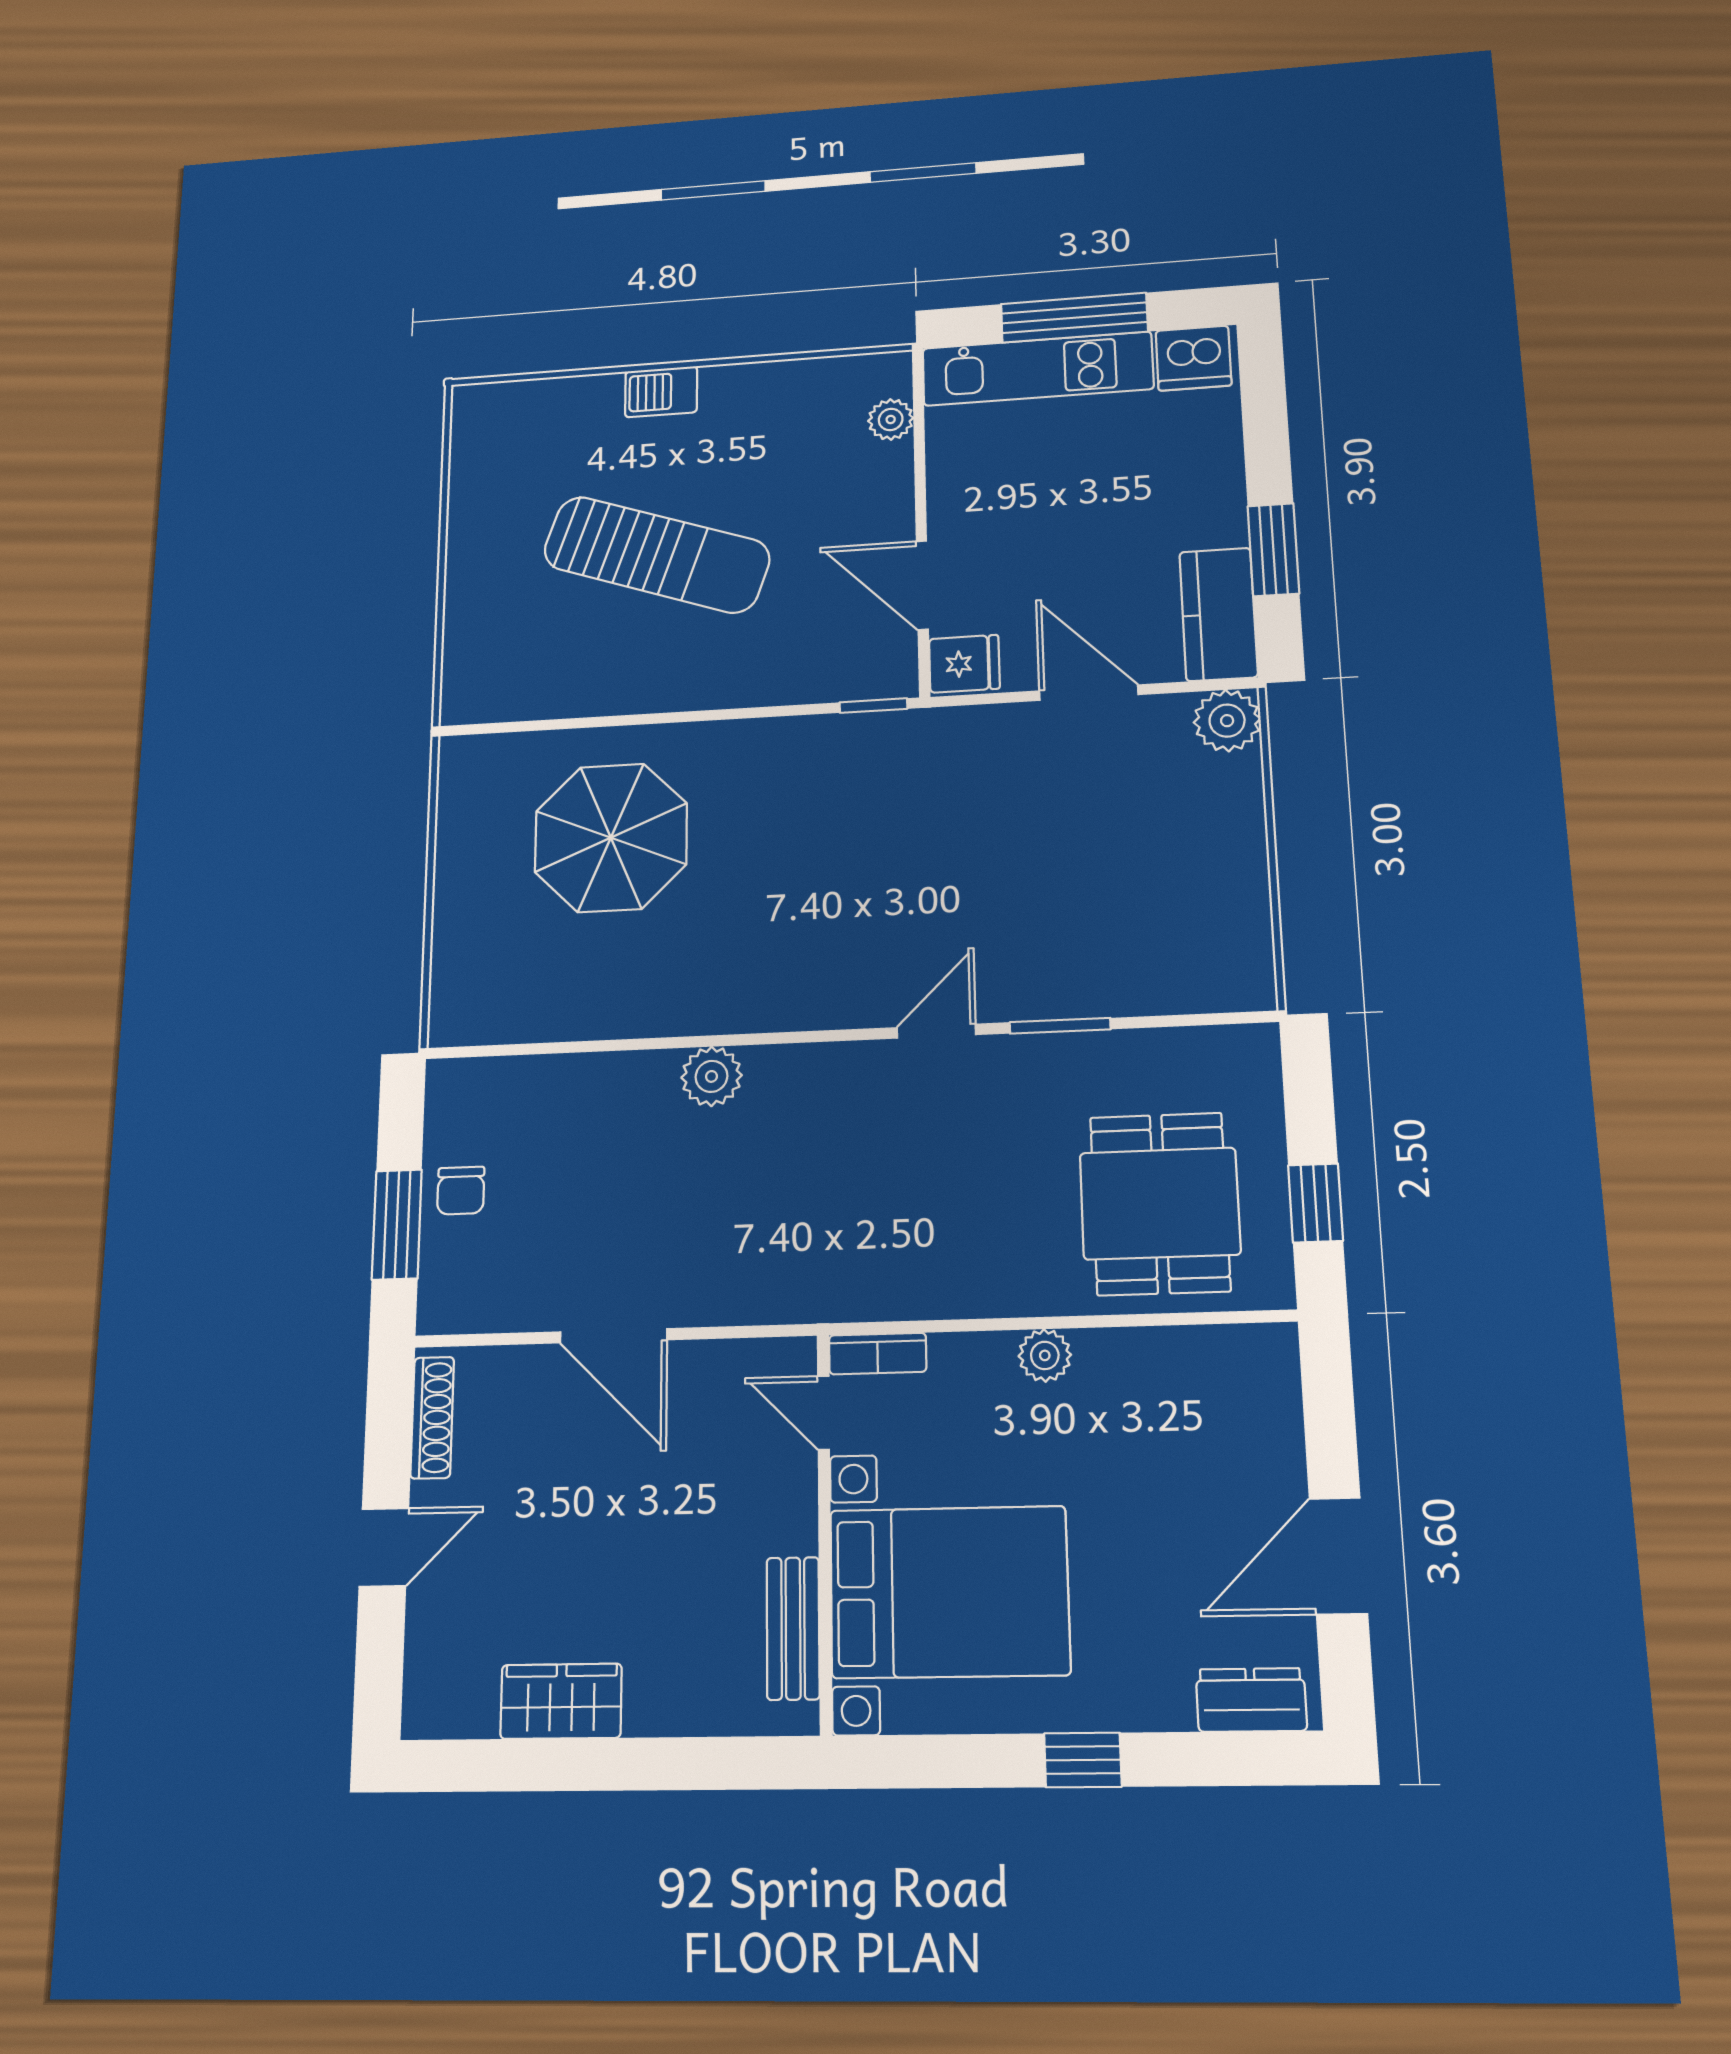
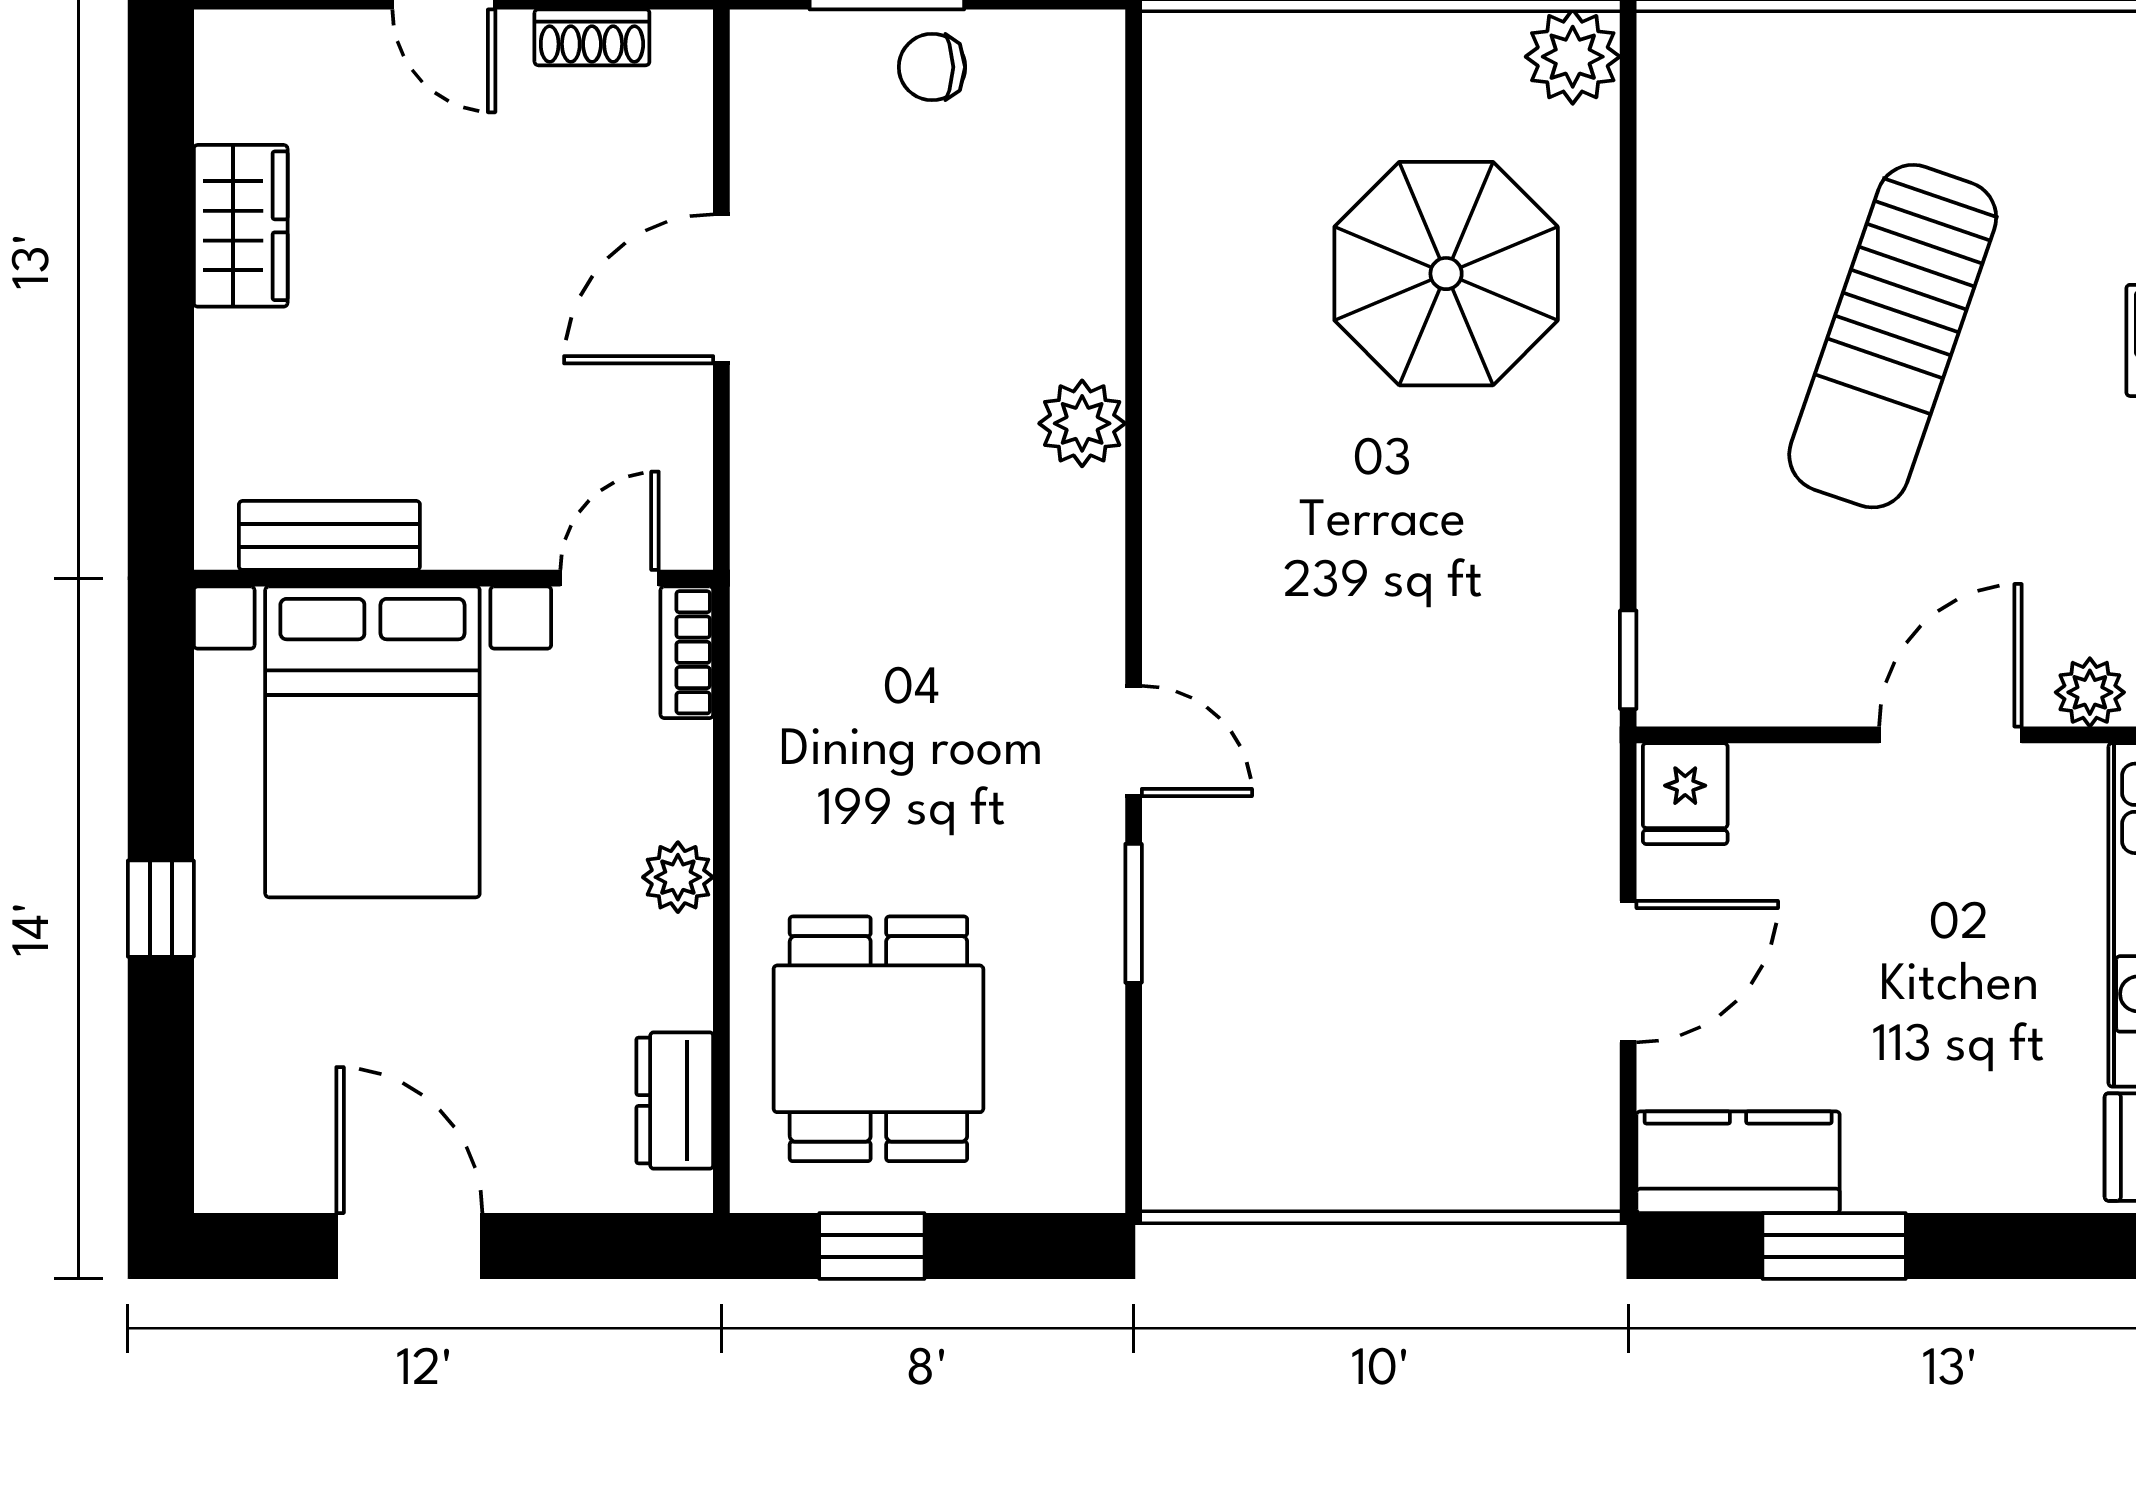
door: (922, 585) -> (1950, 735), moved
plant: (1227, 721) -> (1573, 57), moved
dining table: (1160, 1204) -> (878, 1039), turned 90
shoe rack: (432, 1418) -> (592, 37), width x0.70
dresser: (1251, 1700) -> (675, 1100), moved, turned 180

